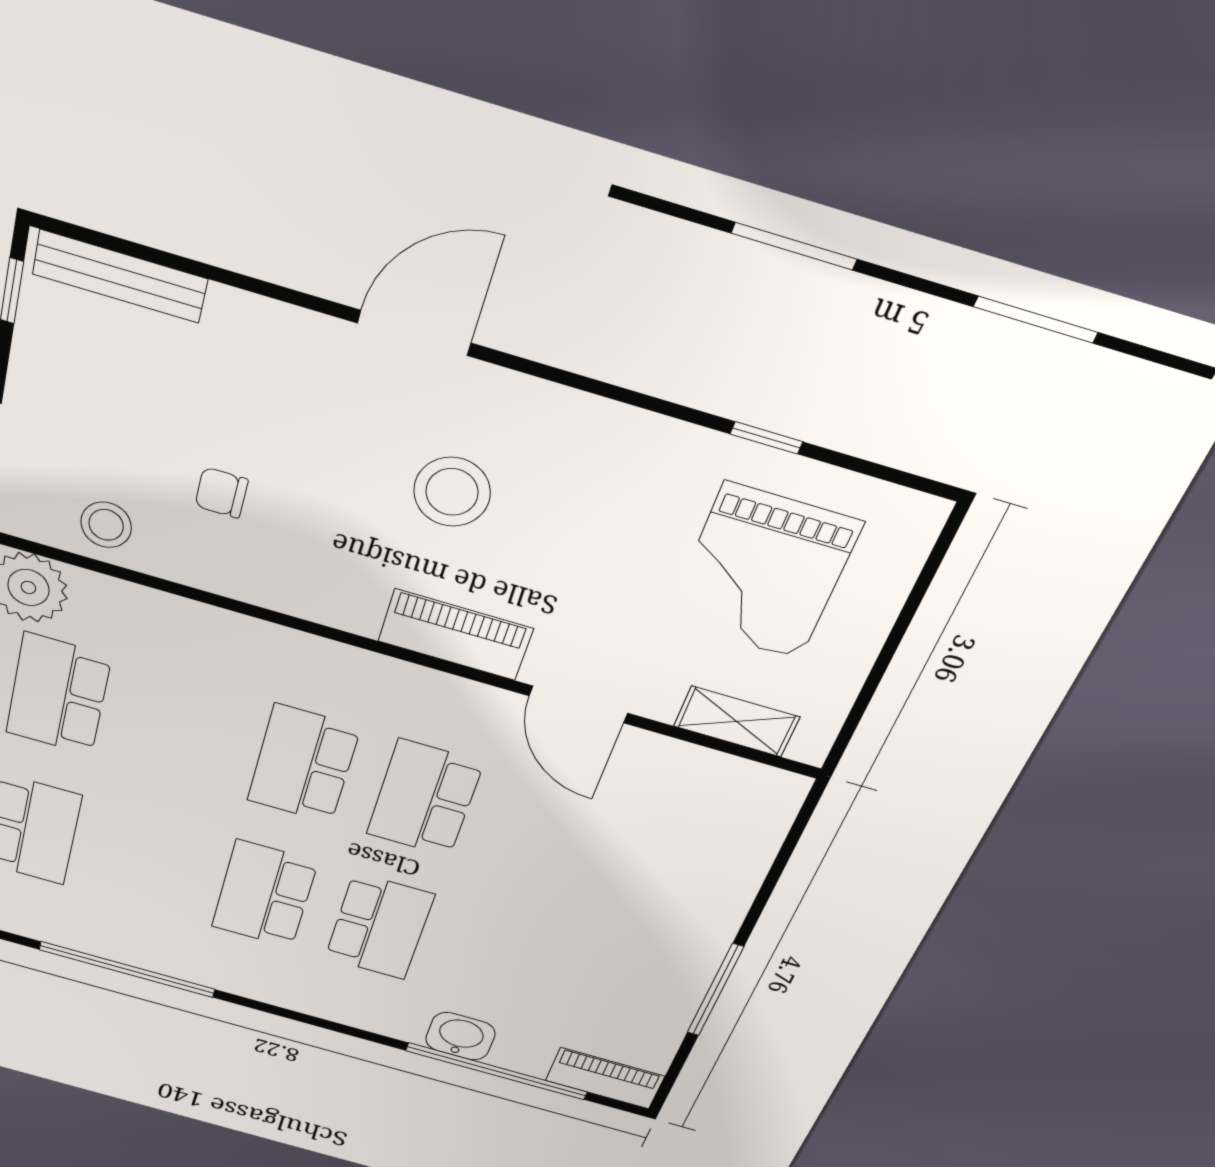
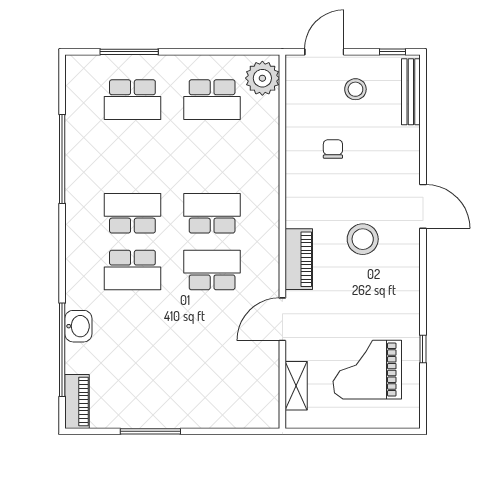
stool: (106, 525) -> (355, 89), moved
school desk: (58, 695) -> (212, 100), turned 180

